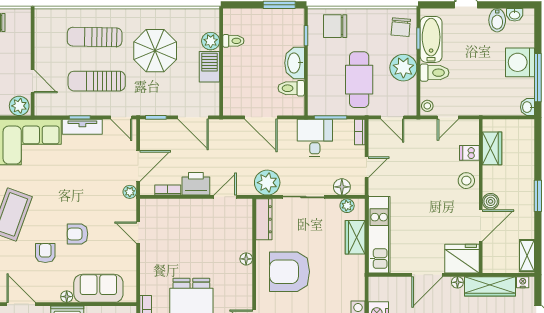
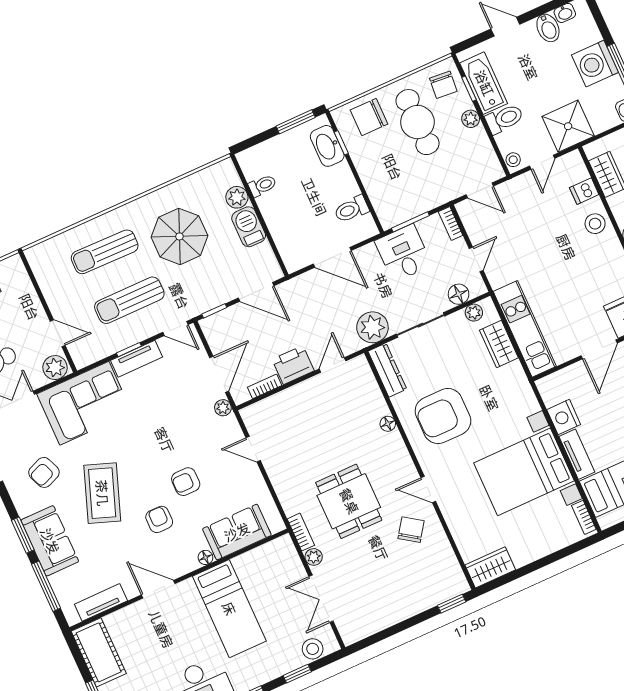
washbasin: (295, 63) -> (327, 146), moved
plant: (403, 68) -> (471, 119), width x0.53, depth x0.53
cafe table: (359, 80) -> (417, 122), moved
shower: (479, 100) -> (568, 126), added

